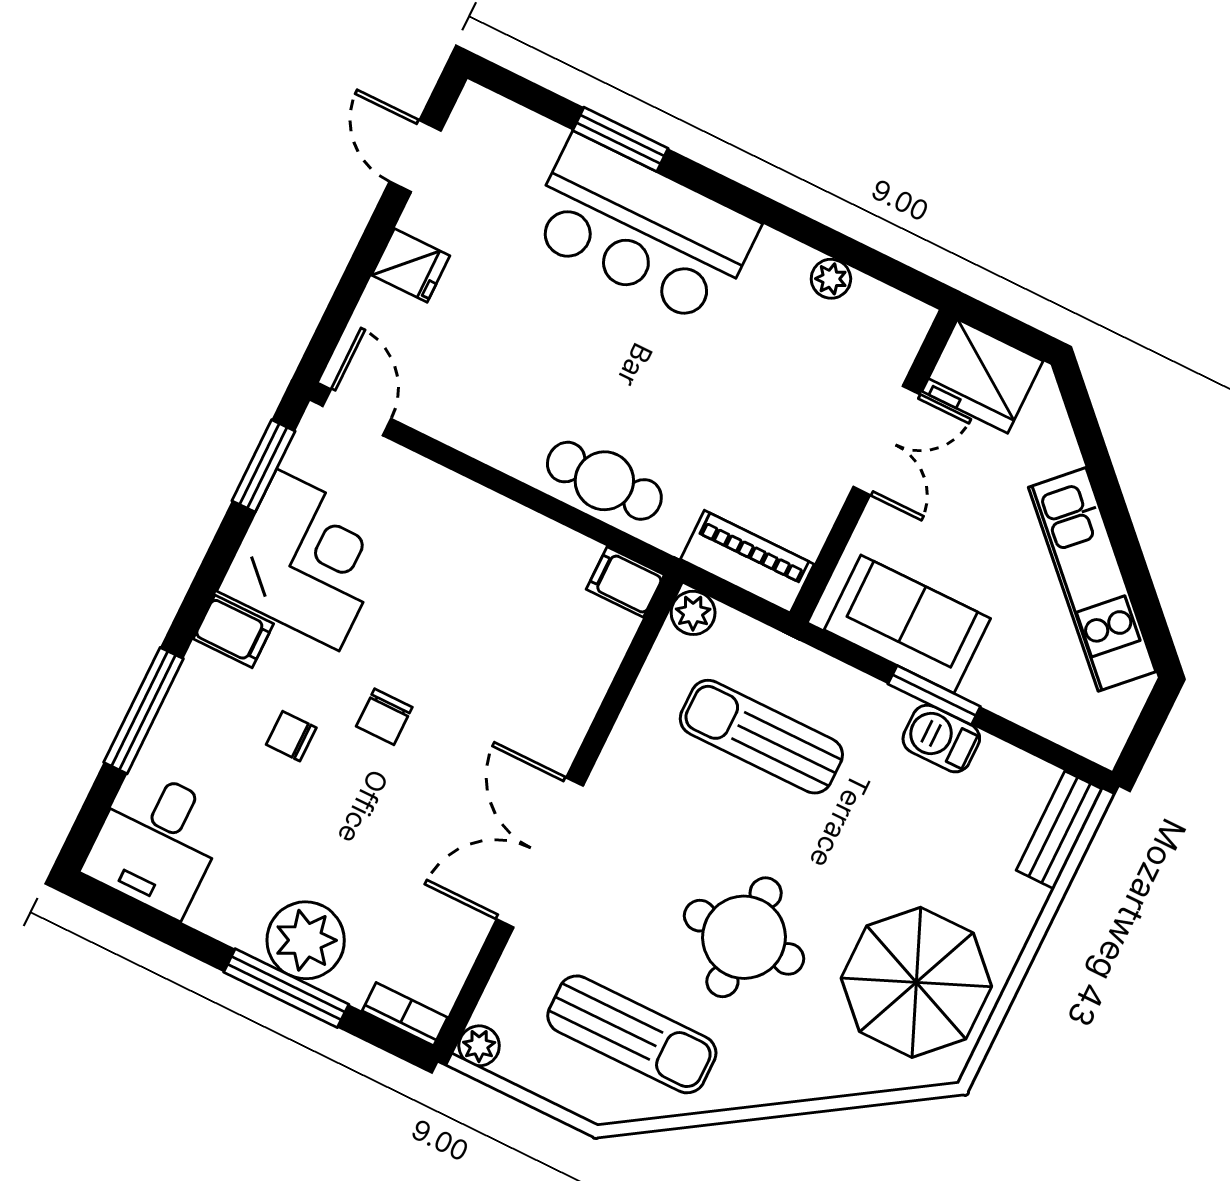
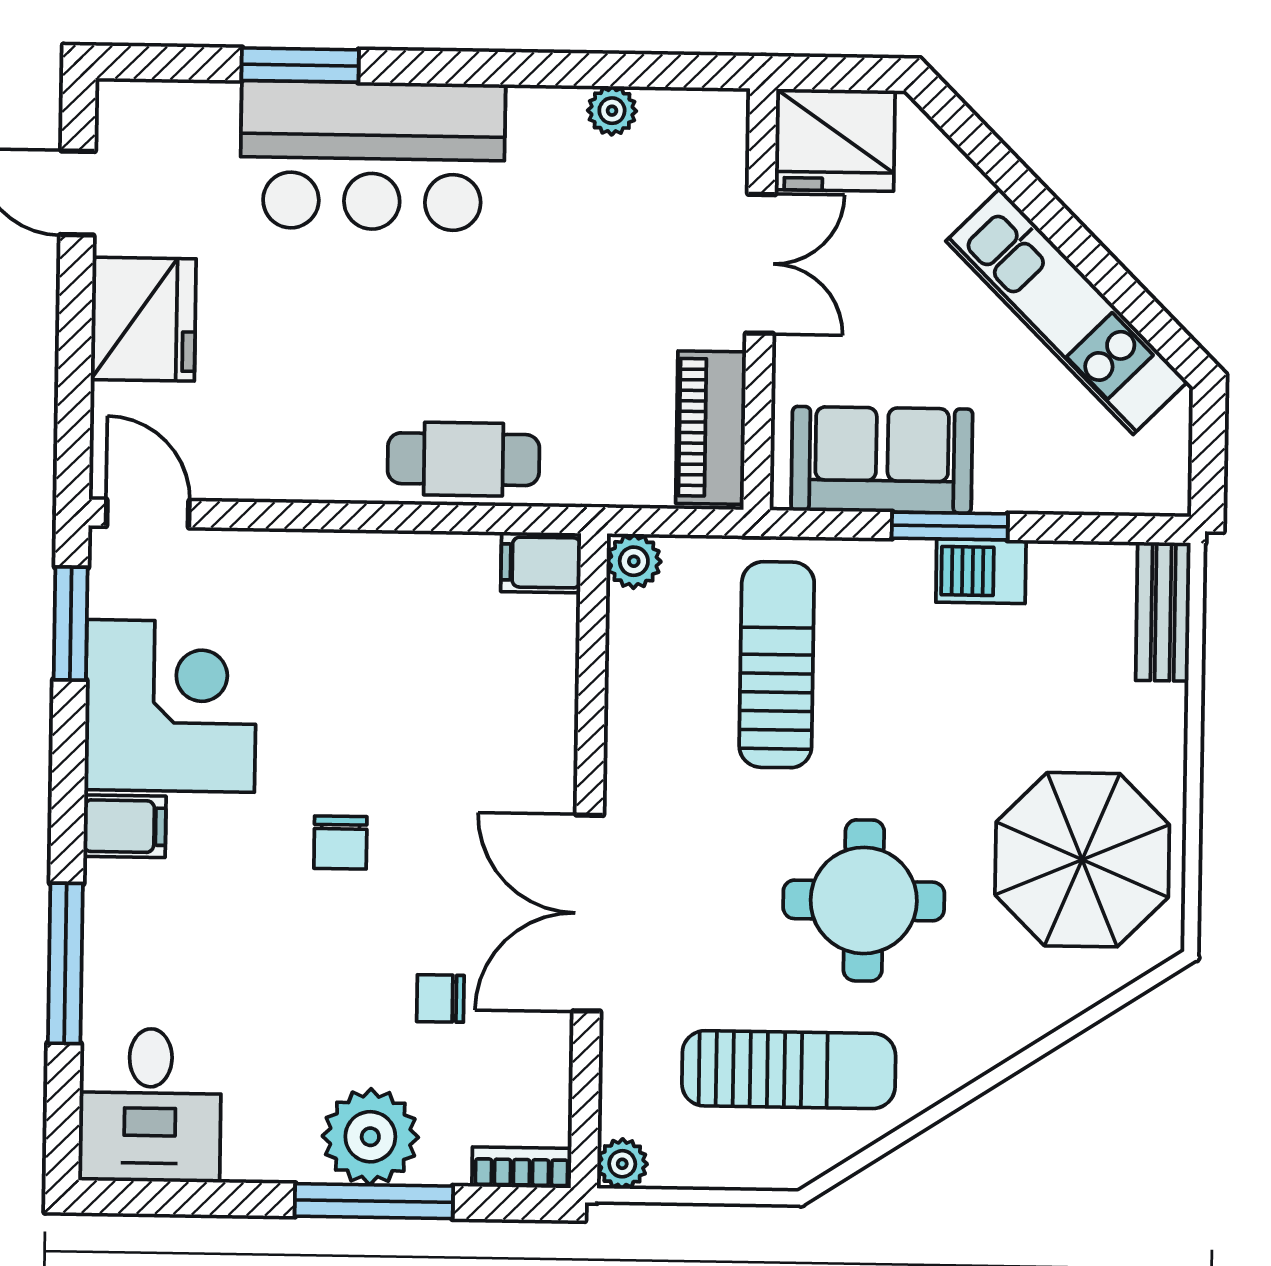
fridge: (411, 265) -> (143, 319), width x1.88, depth x1.34
piano: (747, 562) -> (711, 428), moved, turned -90
chair: (291, 736) -> (440, 998), moved
sun lounger: (761, 737) -> (777, 665), turned 90

